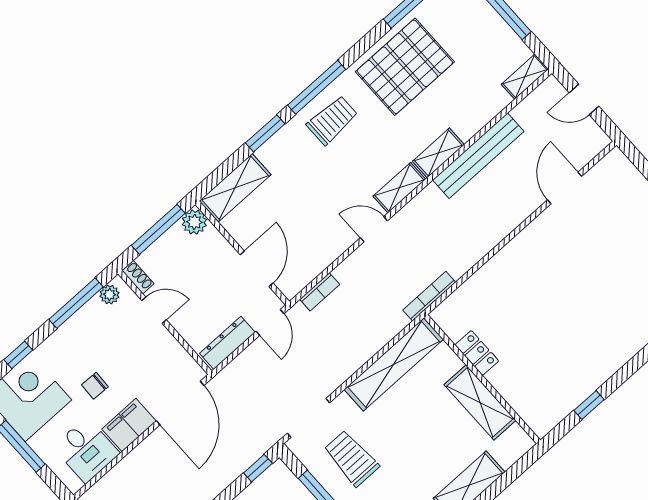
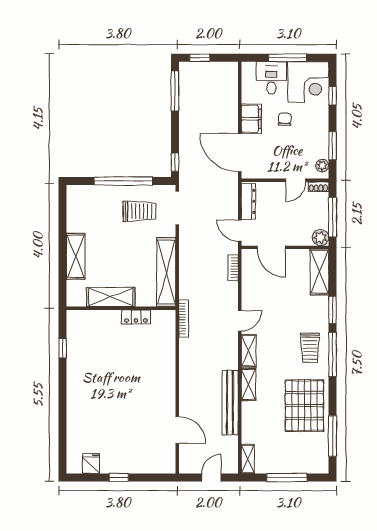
window: (76, 303) -> (333, 146), width x0.69
desk: (86, 450) -> (271, 78), moved, turned 90

